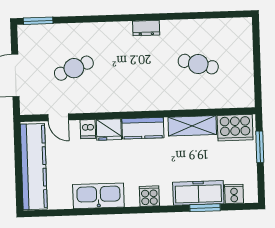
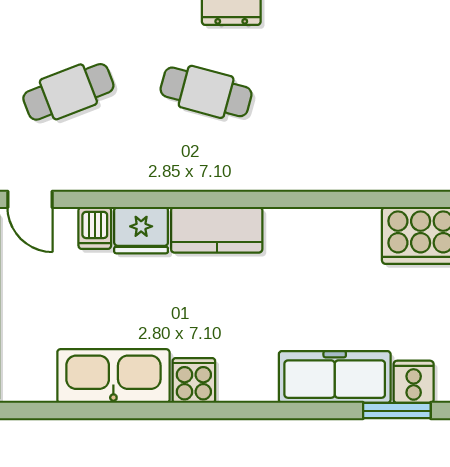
cafe table: (198, 64) -> (206, 92), moved
shelving: (192, 126) -> (326, 228), removed
cooker: (149, 196) -> (194, 381), moved
window: (205, 208) -> (397, 411), moved

